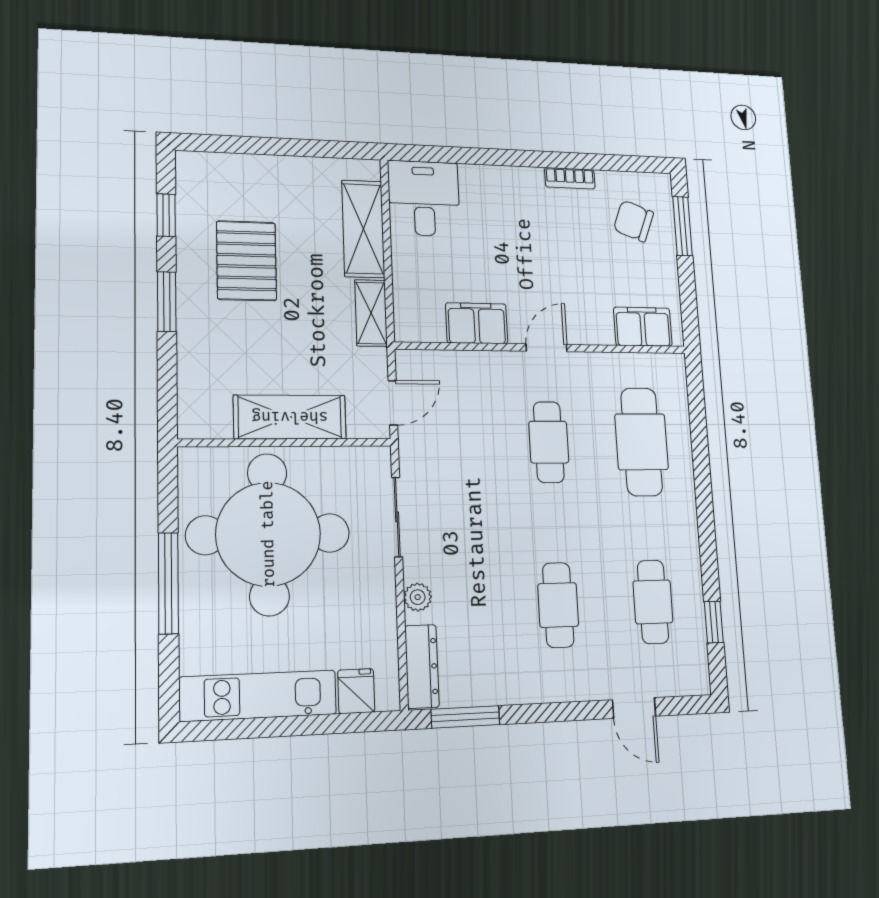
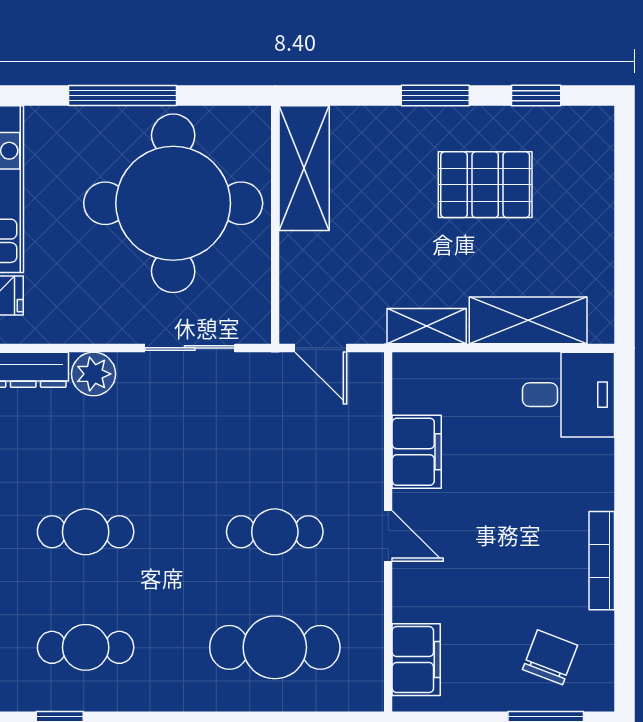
bookcase: (570, 178) -> (602, 561), width x1.56
shelving: (290, 417) -> (304, 168), moved
plant: (418, 597) -> (94, 374), width x1.38, depth x1.38

